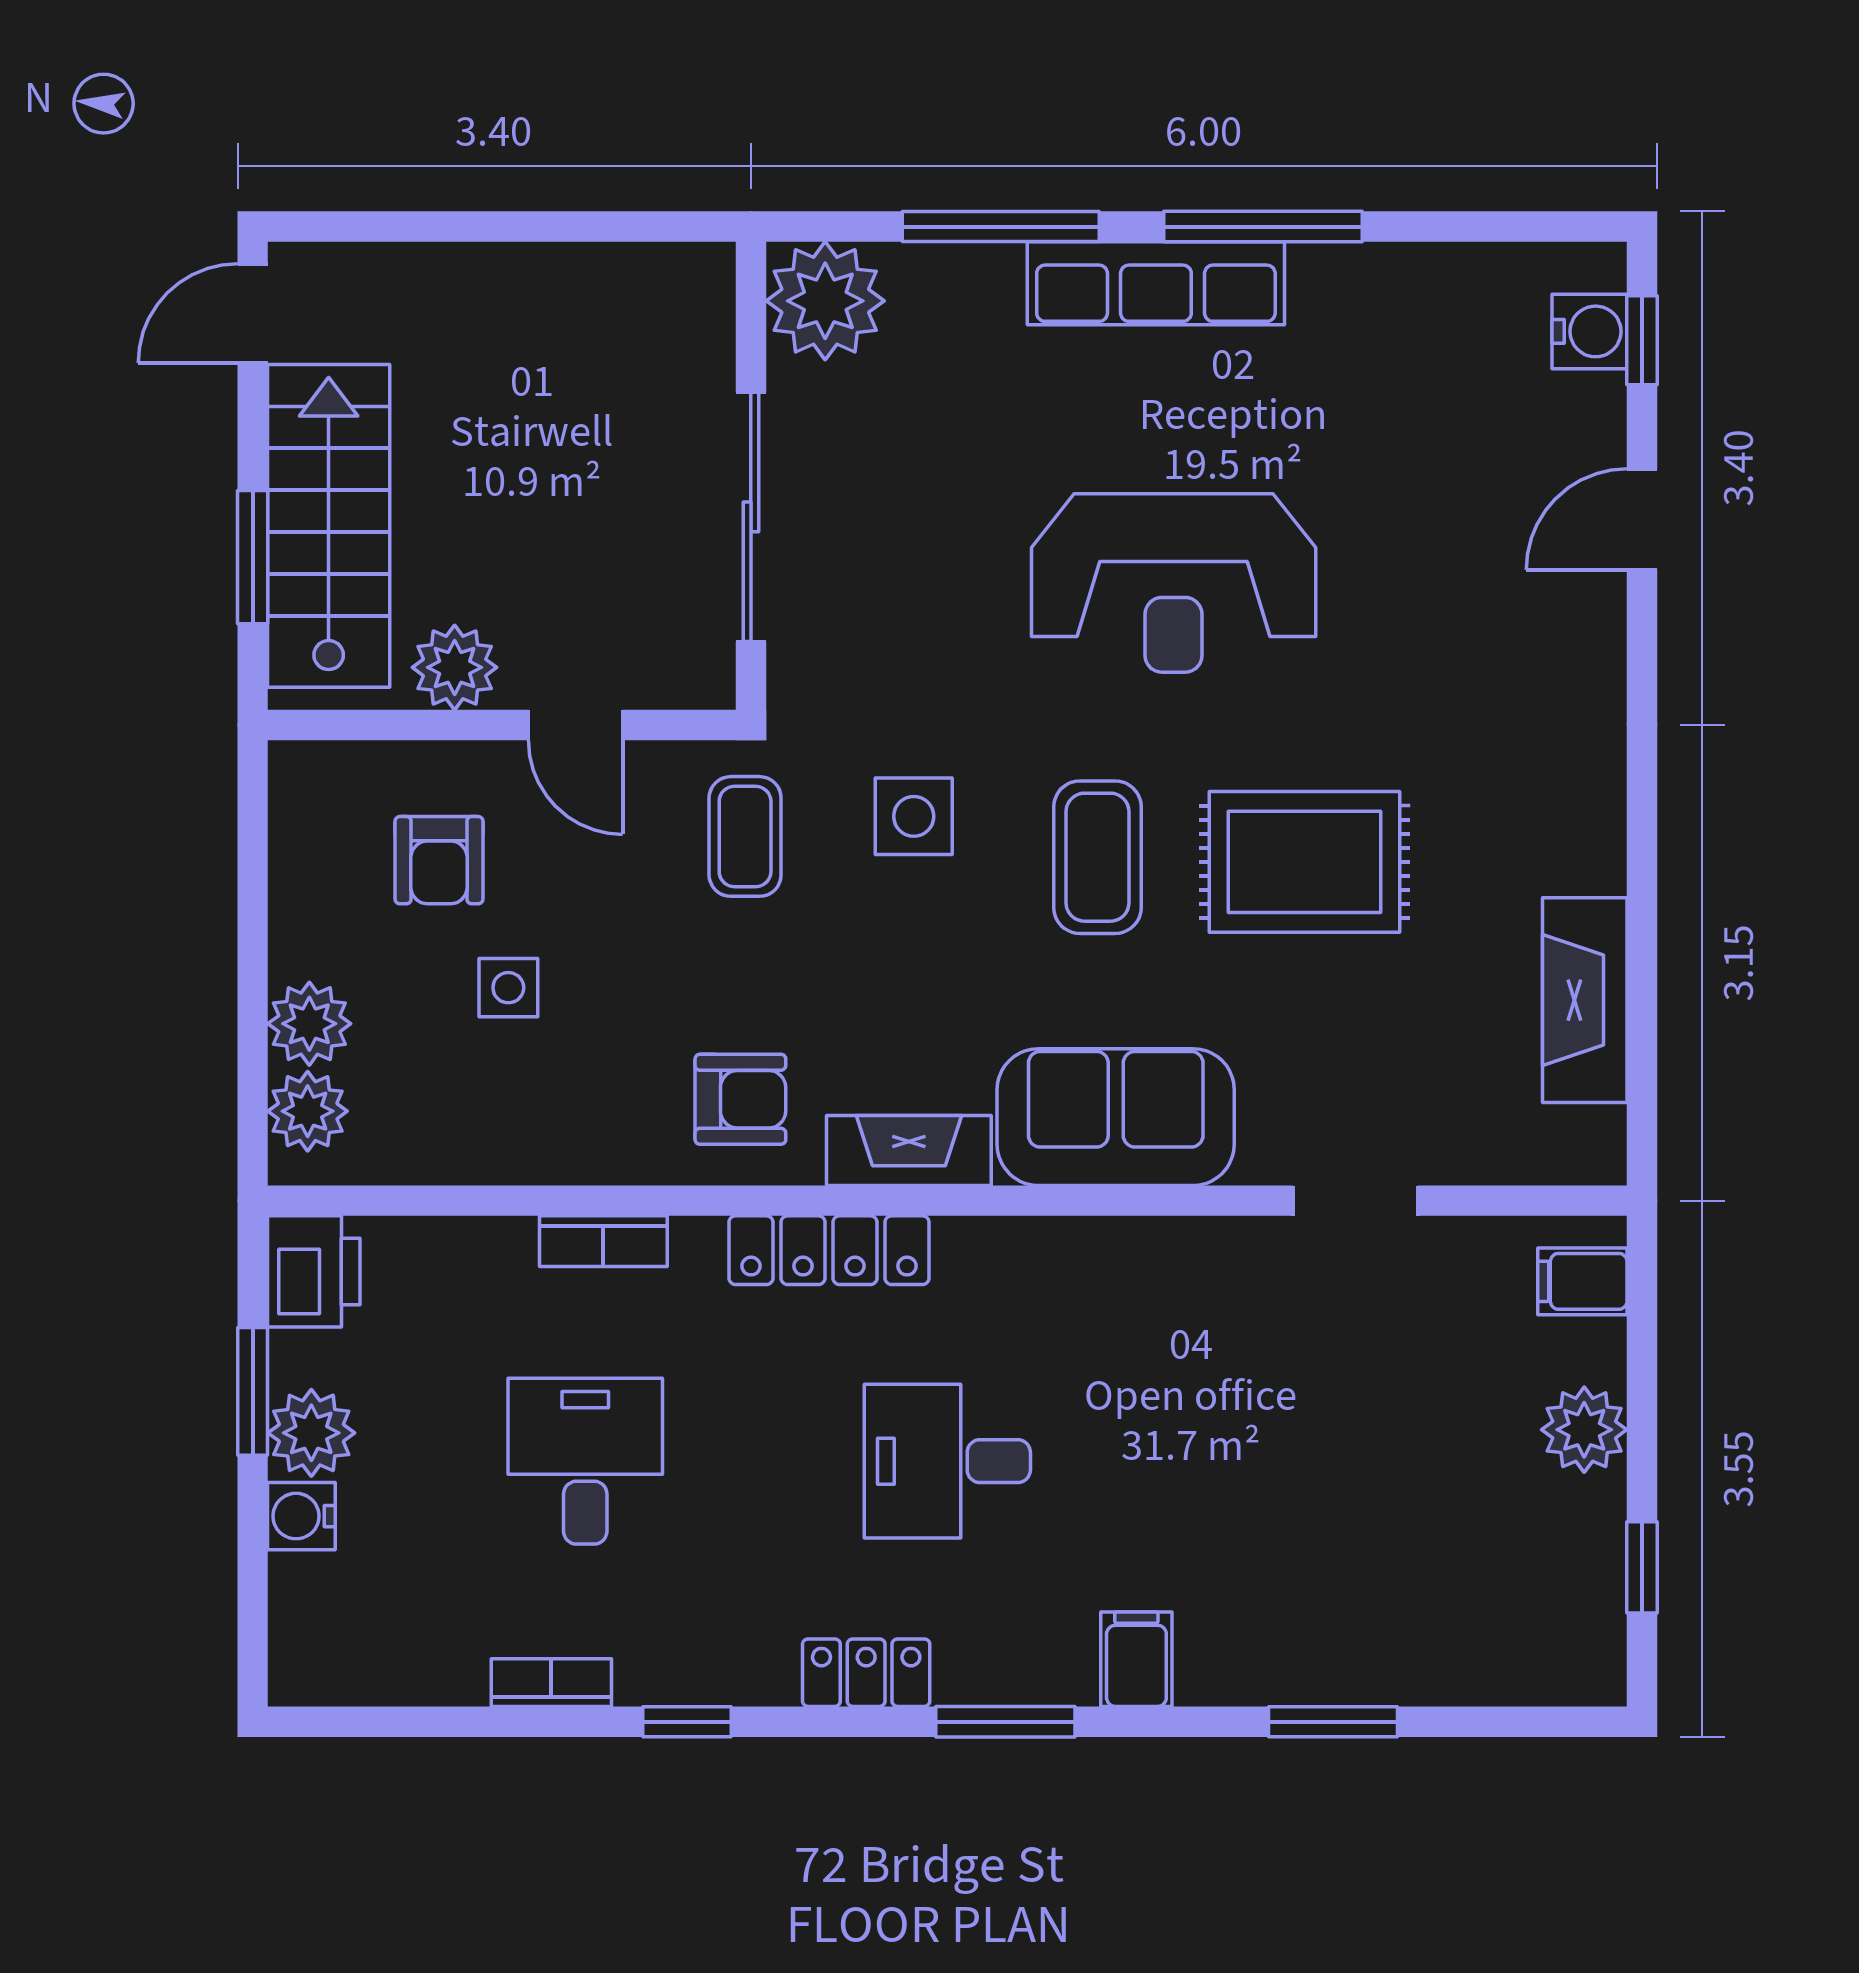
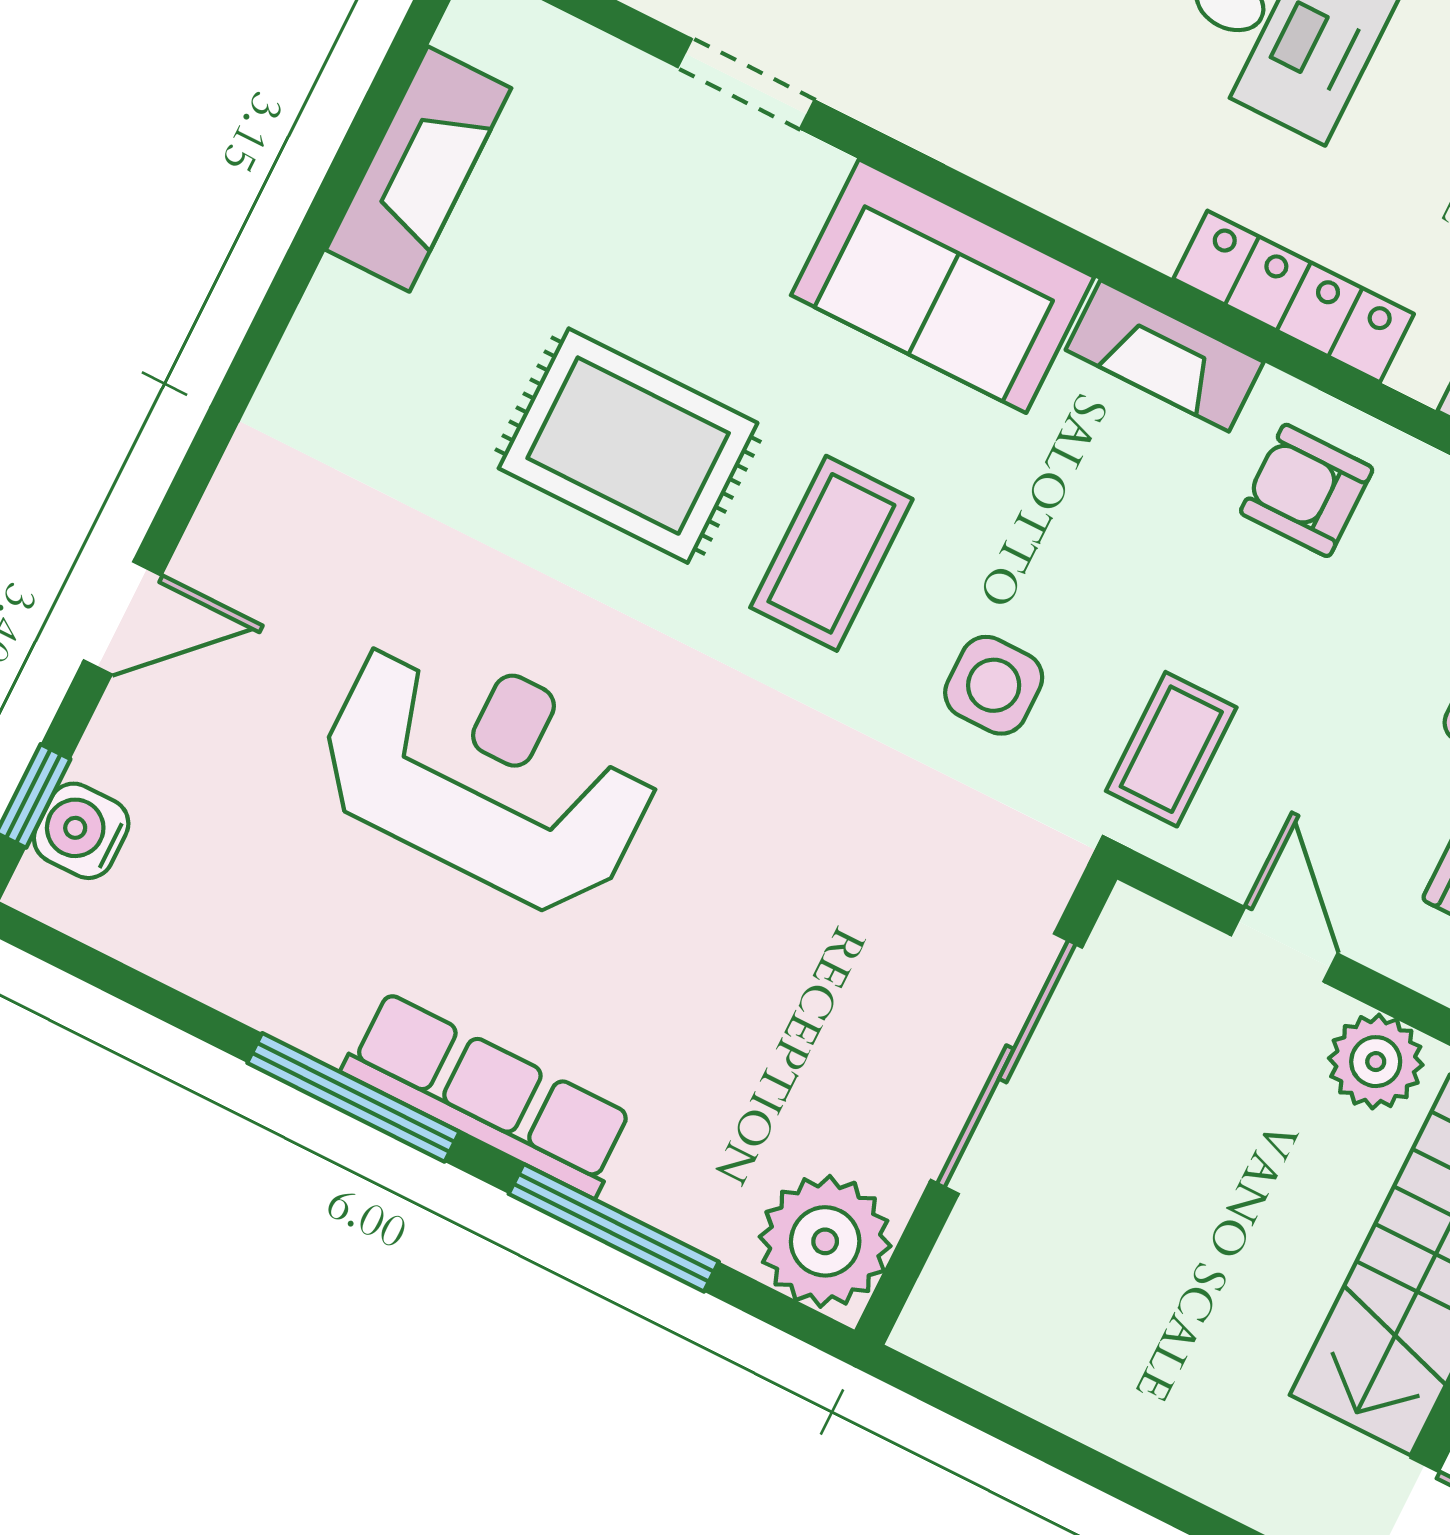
reception desk: (1174, 583) -> (488, 772), moved

